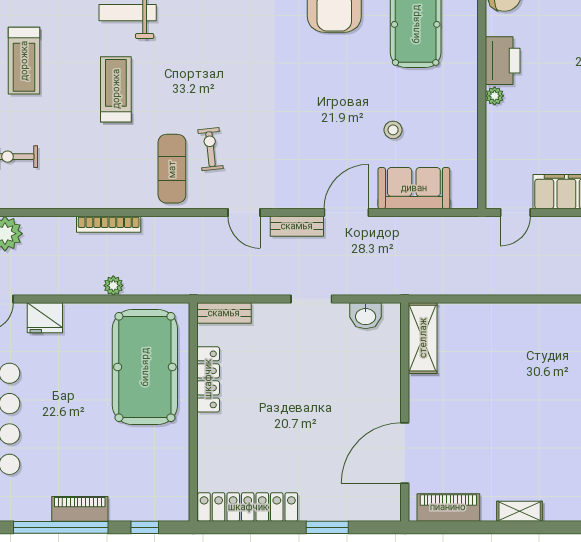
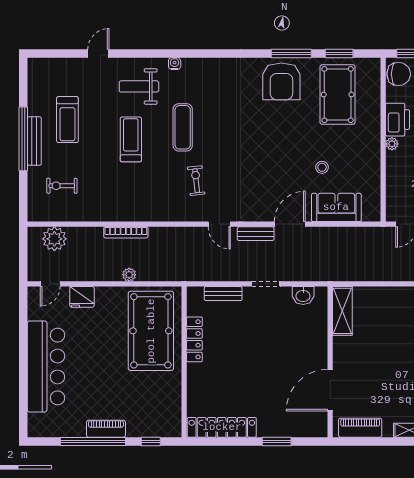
exercise mat: (172, 169) -> (183, 127), moved
bench: (224, 313) -> (223, 294), moved

